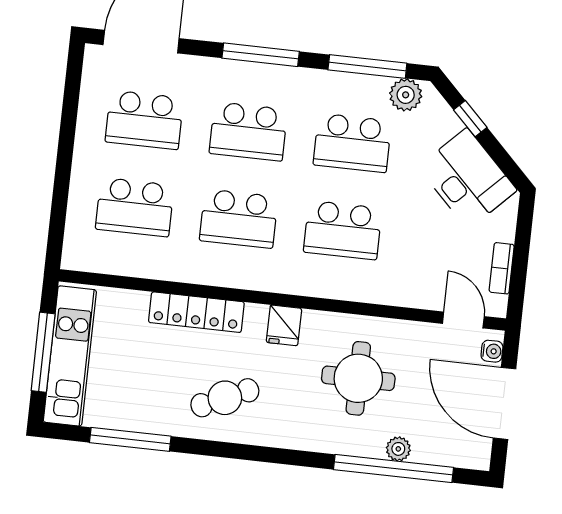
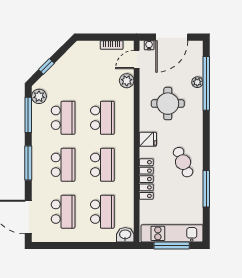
desk: (467, 178) -> (73, 65), removed
washbasin: (78, 252) -> (125, 235), added
plant: (419, 293) -> (127, 81), added
window: (130, 439) -> (206, 189), moved

